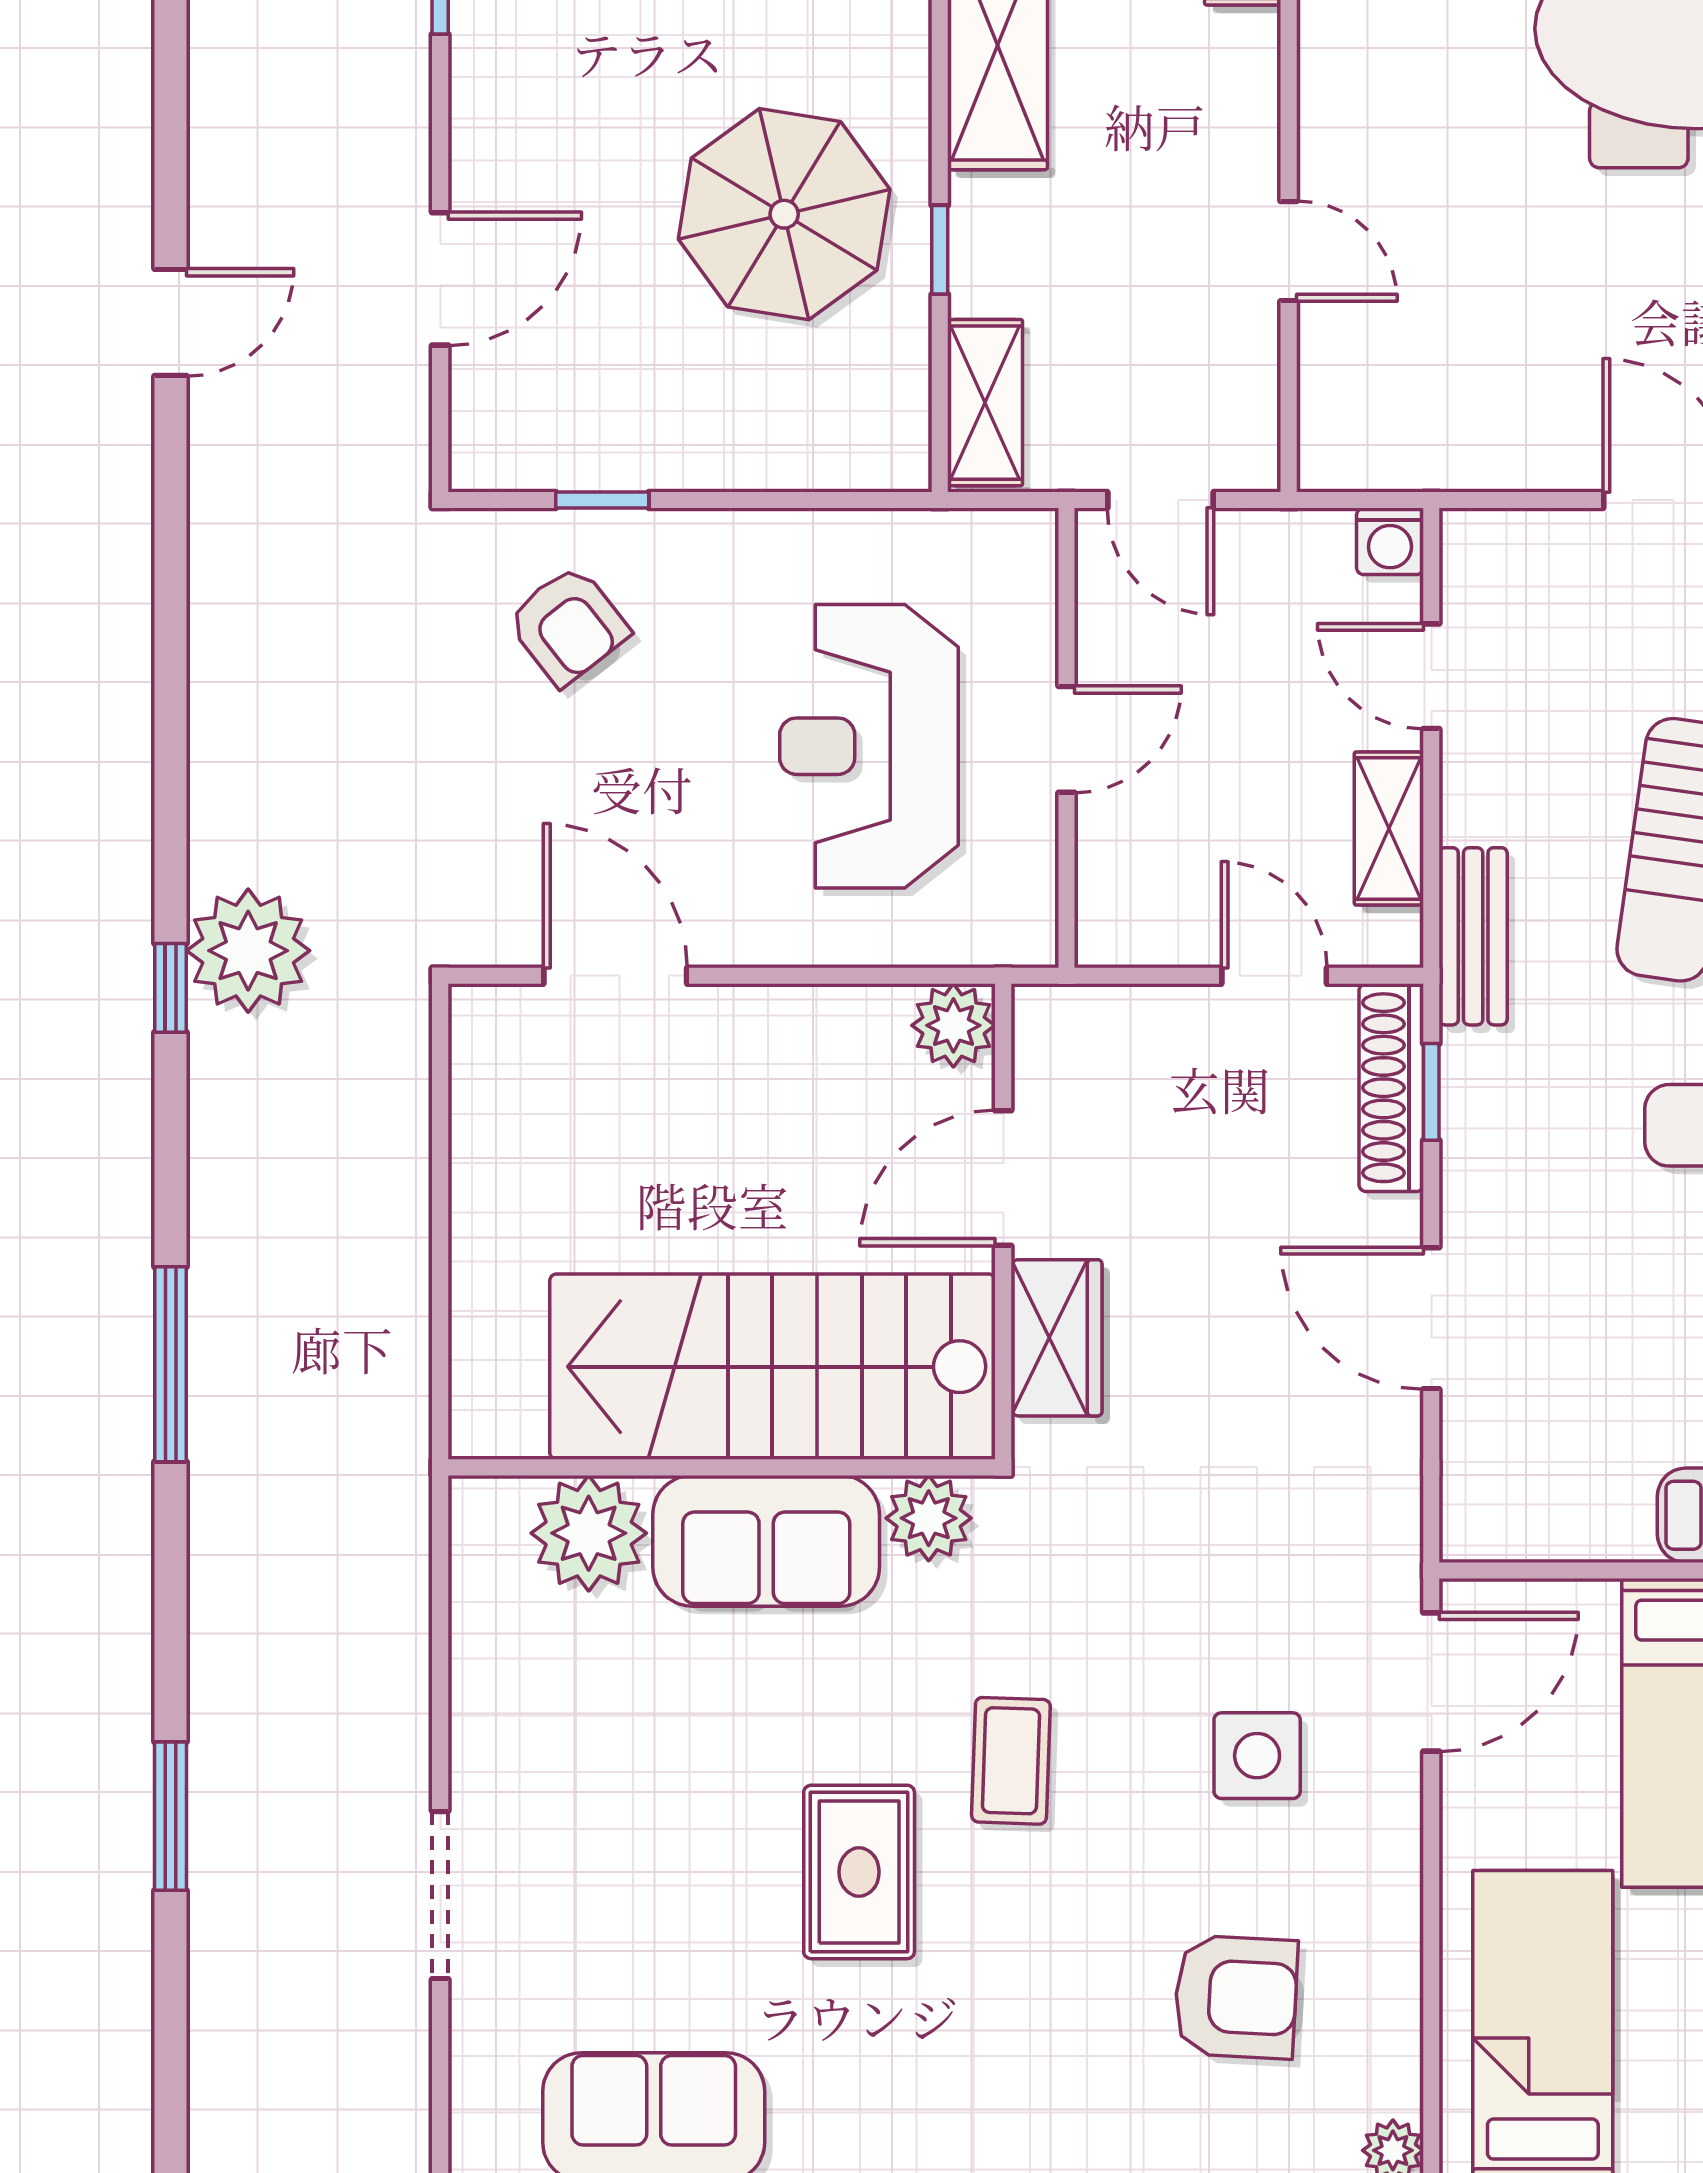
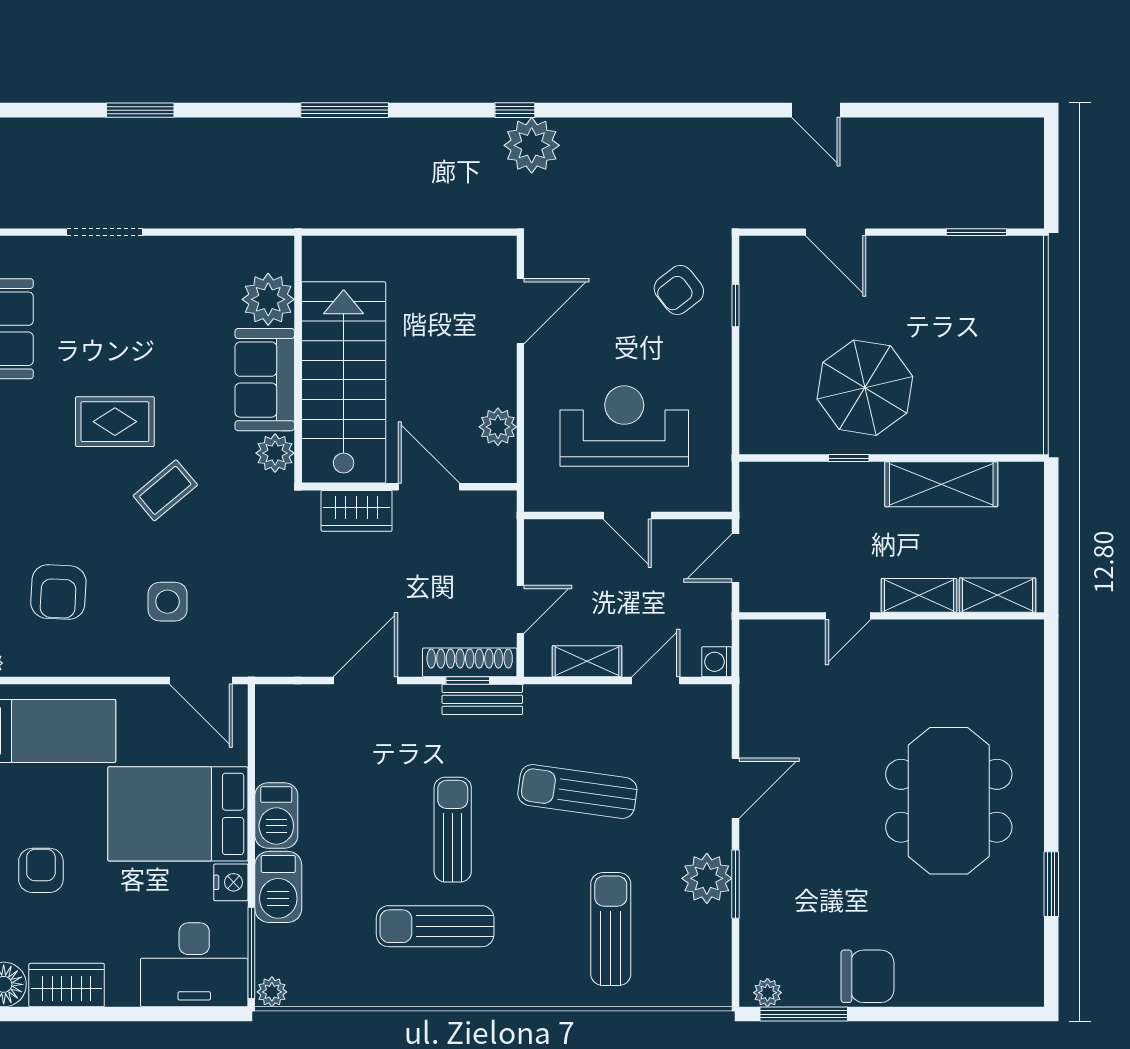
shelving: (985, 403) -> (919, 595), moved
bench: (1473, 936) -> (482, 699), moved
plant: (953, 1025) -> (498, 427), moved
coffee table: (1011, 1761) -> (165, 490), turned -42

